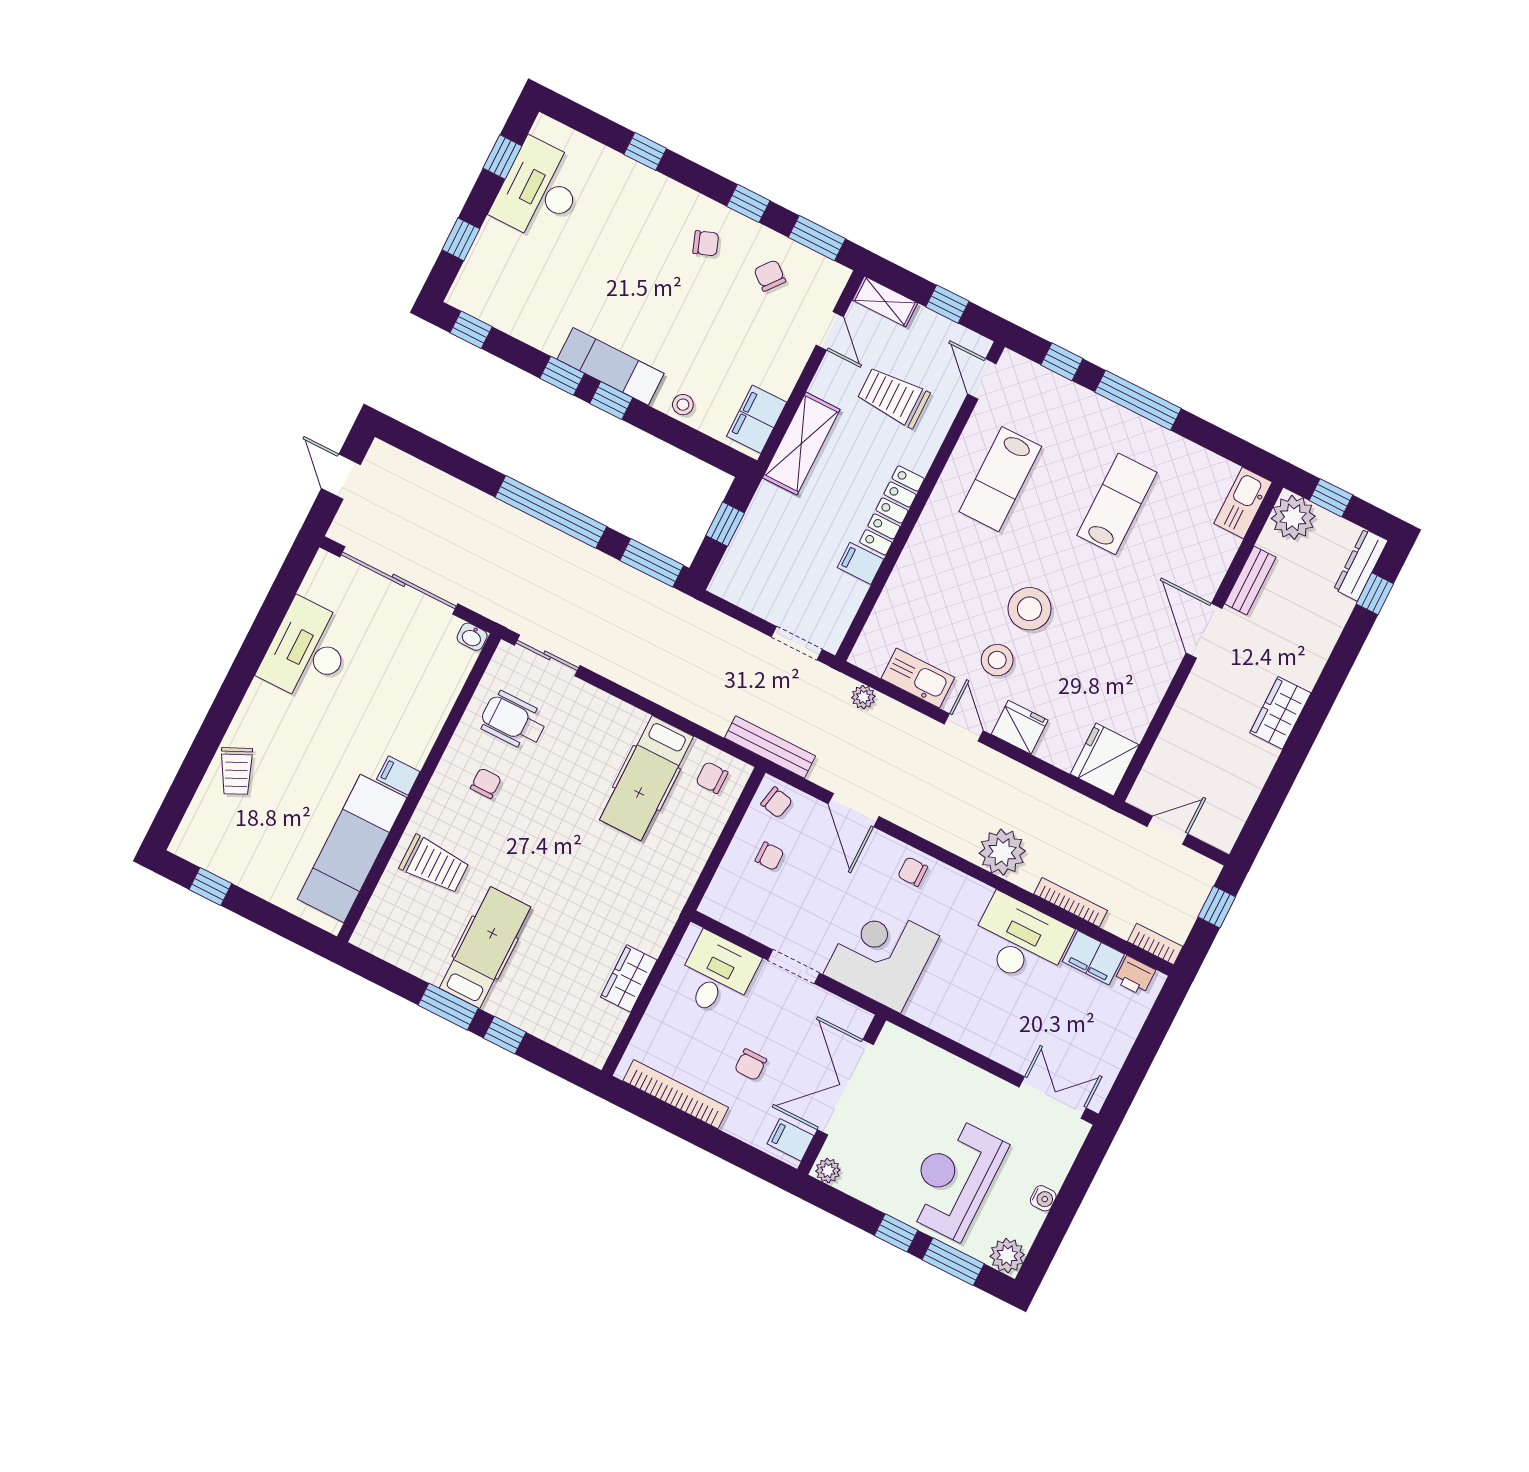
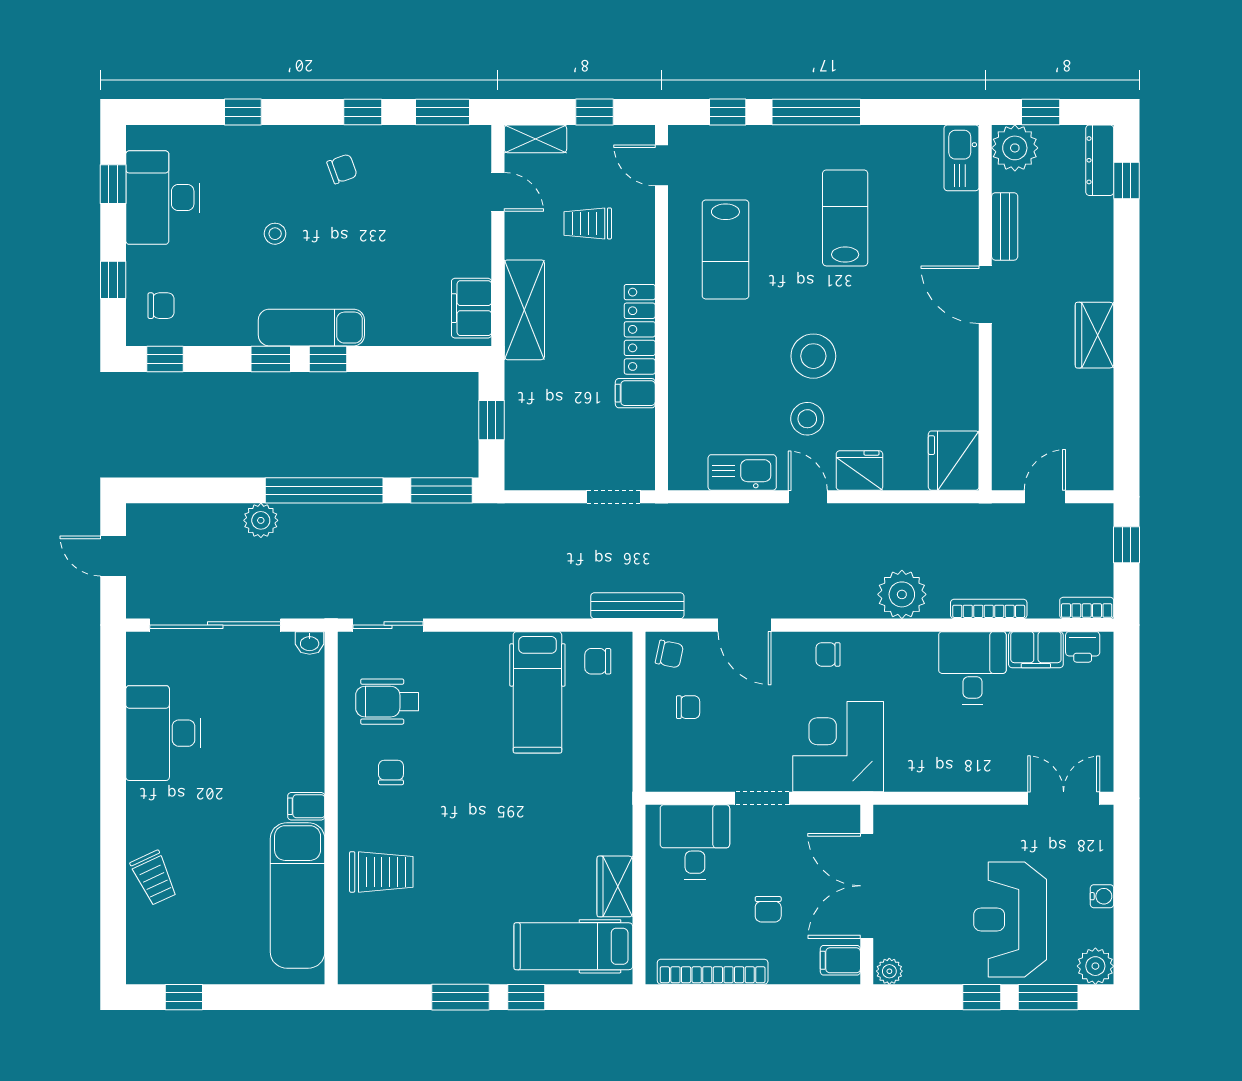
chair: (770, 276) -> (161, 306), moved, turned 141
trolley: (893, 397) -> (588, 223), width x0.73, depth x0.72
stool: (683, 405) -> (275, 234), moved
plant: (863, 697) -> (261, 520), moved, width x1.38, depth x1.38
desk: (1020, 940) -> (972, 668), width x0.73
hospital bed: (485, 948) -> (573, 946), moved, turned -90

